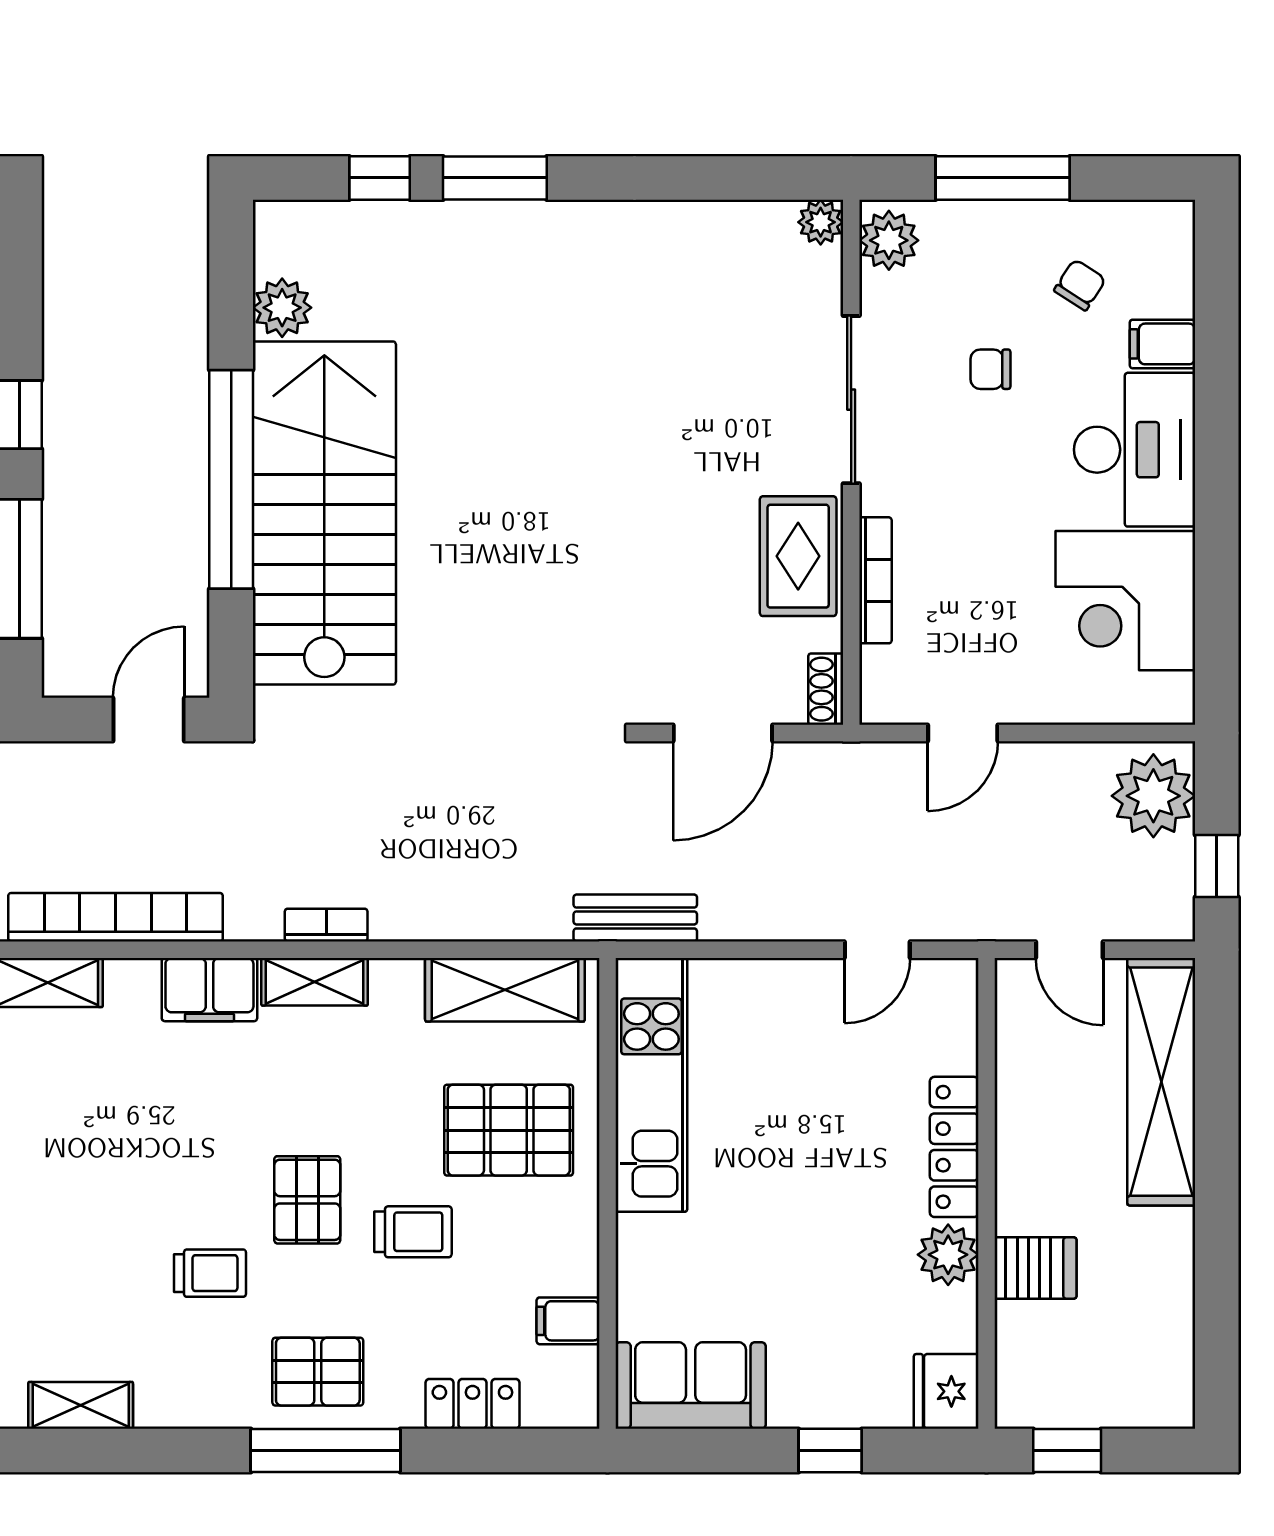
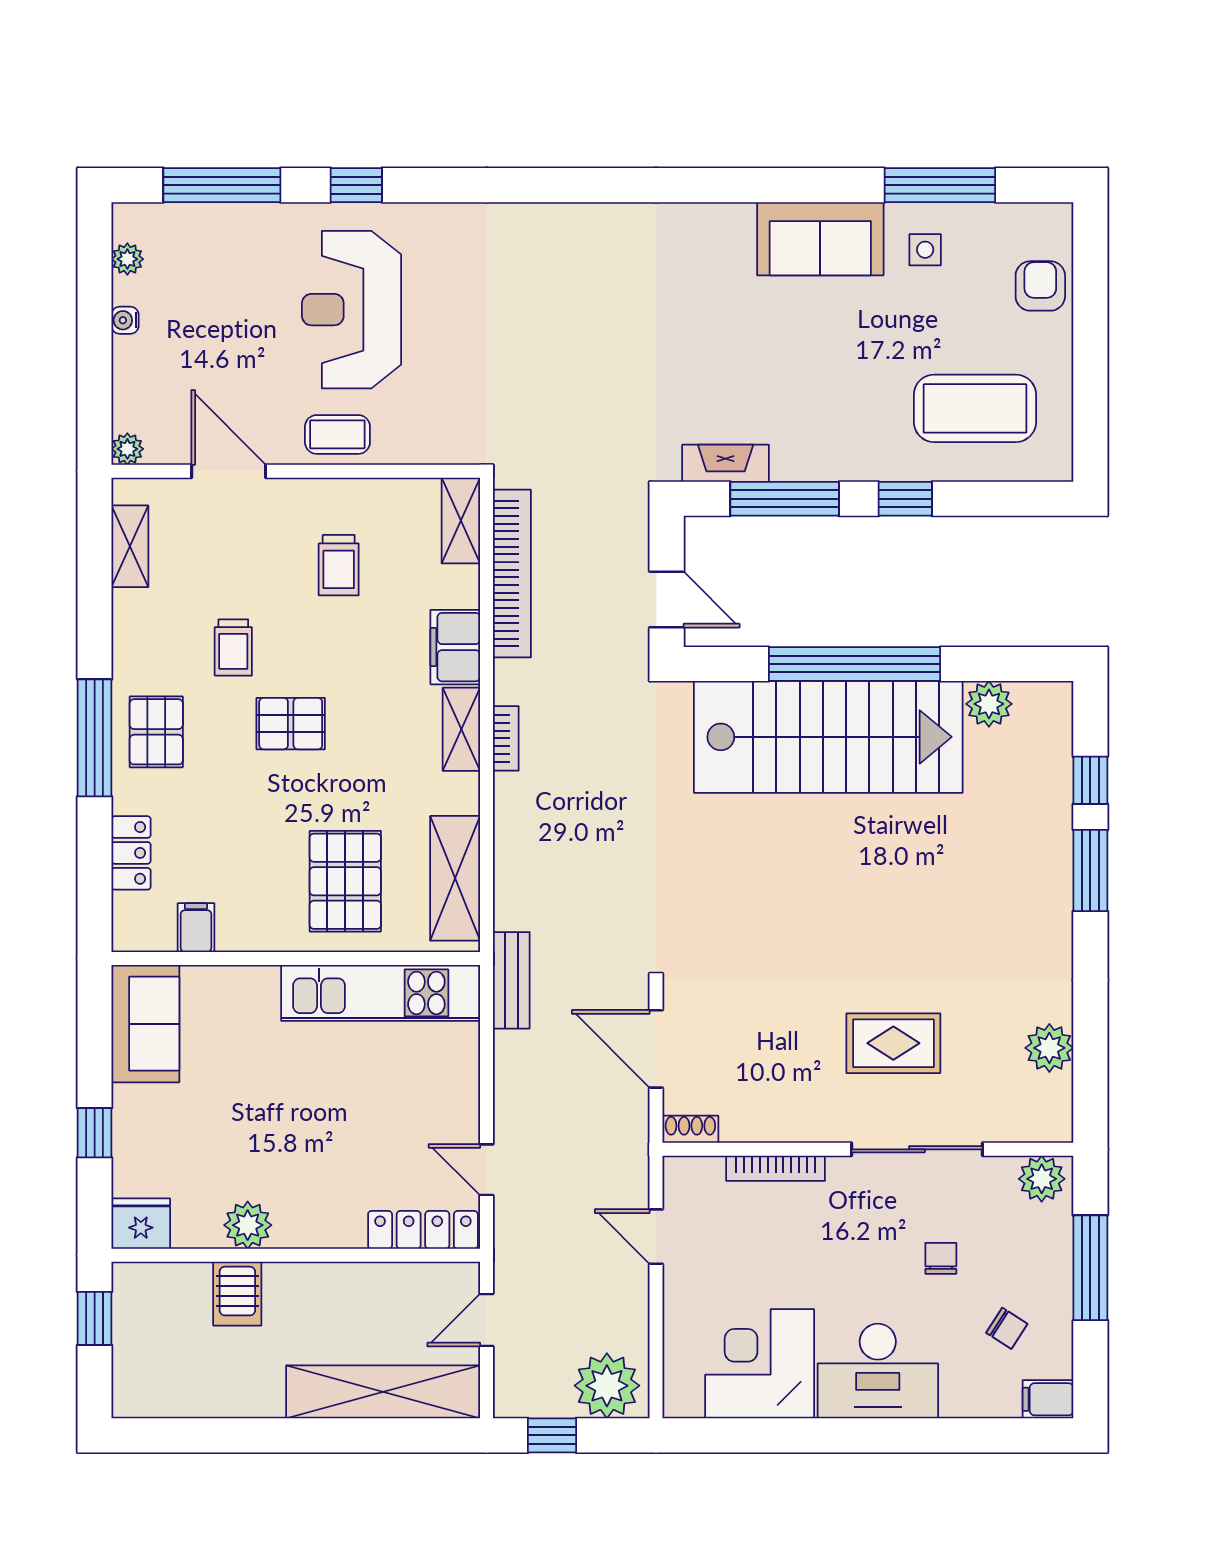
plant: (821, 222) -> (1049, 1048), moved, width x1.38, depth x1.38
filing cabinet: (1162, 344) -> (1048, 1399), moved, turned -90
rug: (798, 556) -> (893, 1043), moved
locker: (954, 1147) -> (423, 1230), moved
trolley: (413, 1232) -> (339, 565), moved

